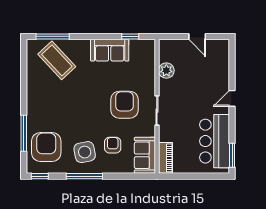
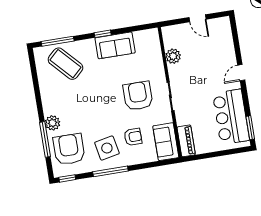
window: (130, 36) -> (103, 34), moved
plant: (34, 118) -> (53, 123), added
armchair: (113, 145) -> (133, 137), turned 90

